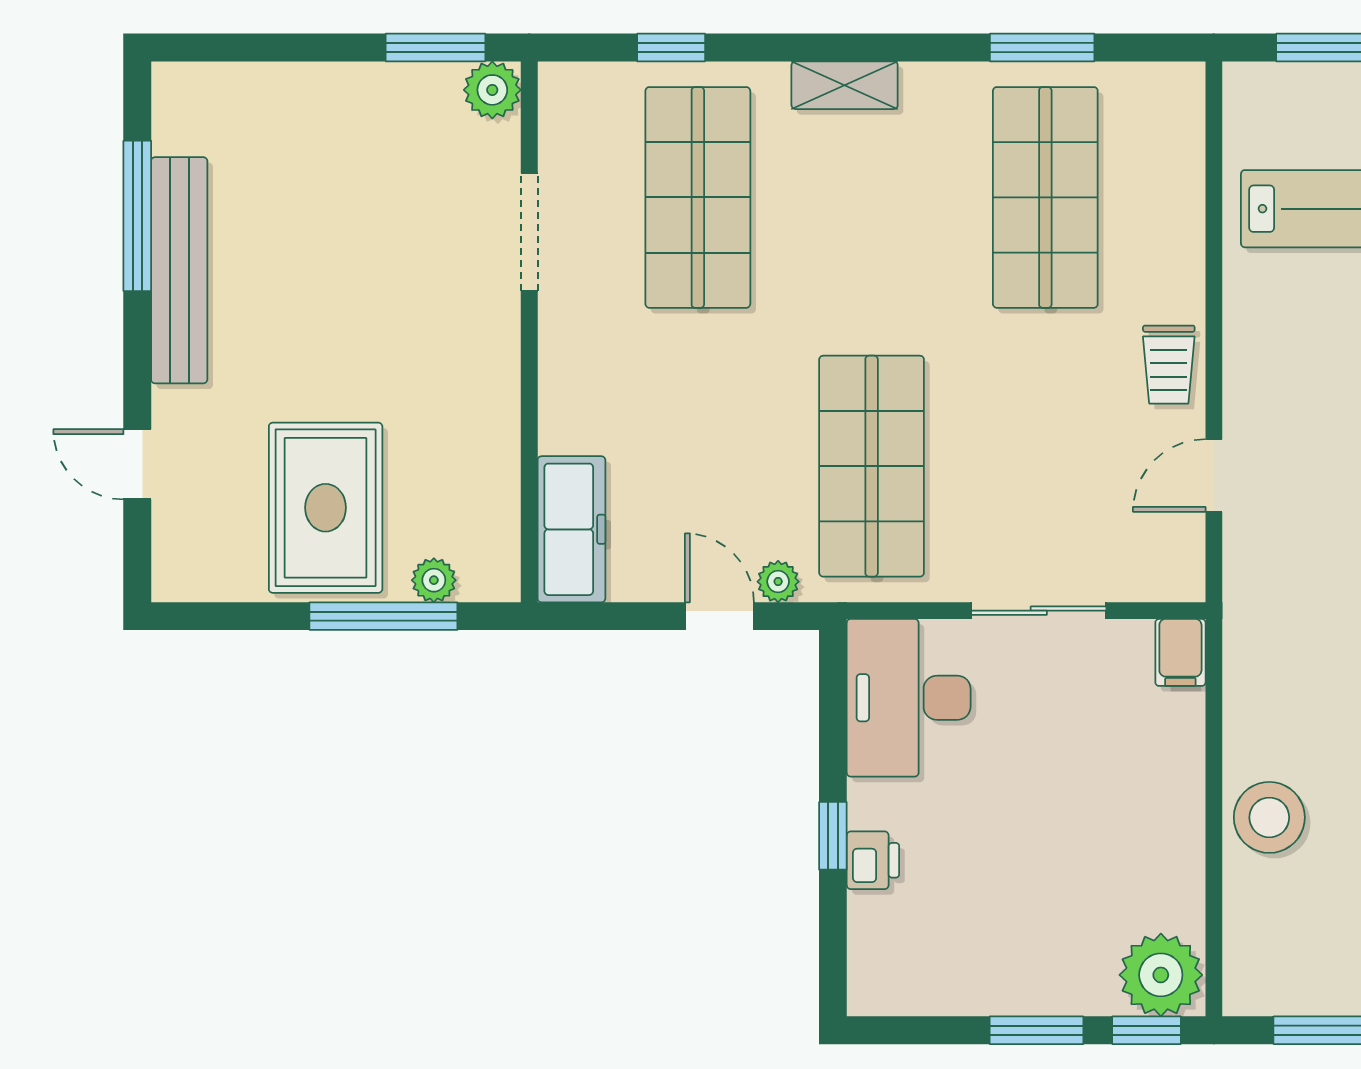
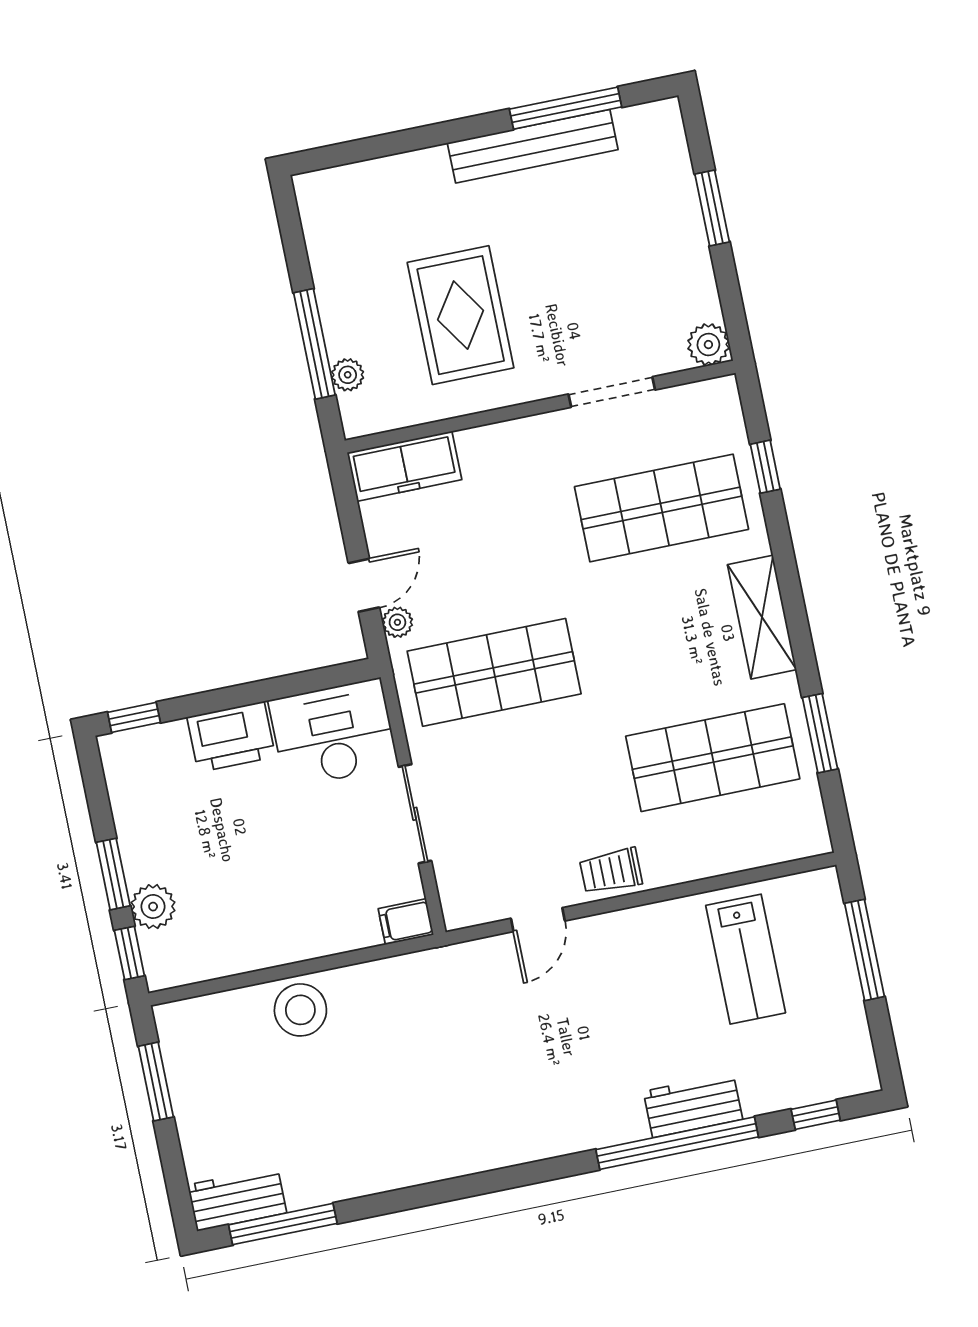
window: (436, 47) -> (712, 208), moved
shelving: (845, 85) -> (762, 617), width x1.50, depth x1.33
door: (137, 464) -> (387, 145), removed
door: (1214, 475) -> (538, 920), swing flipped
rug: (326, 508) -> (461, 315), moved, turned 90
window: (833, 836) -> (134, 717), moved
printer: (873, 860) -> (231, 737), width x1.87, depth x1.48
plant: (1161, 975) -> (153, 907), moved, width x0.73, depth x0.73

